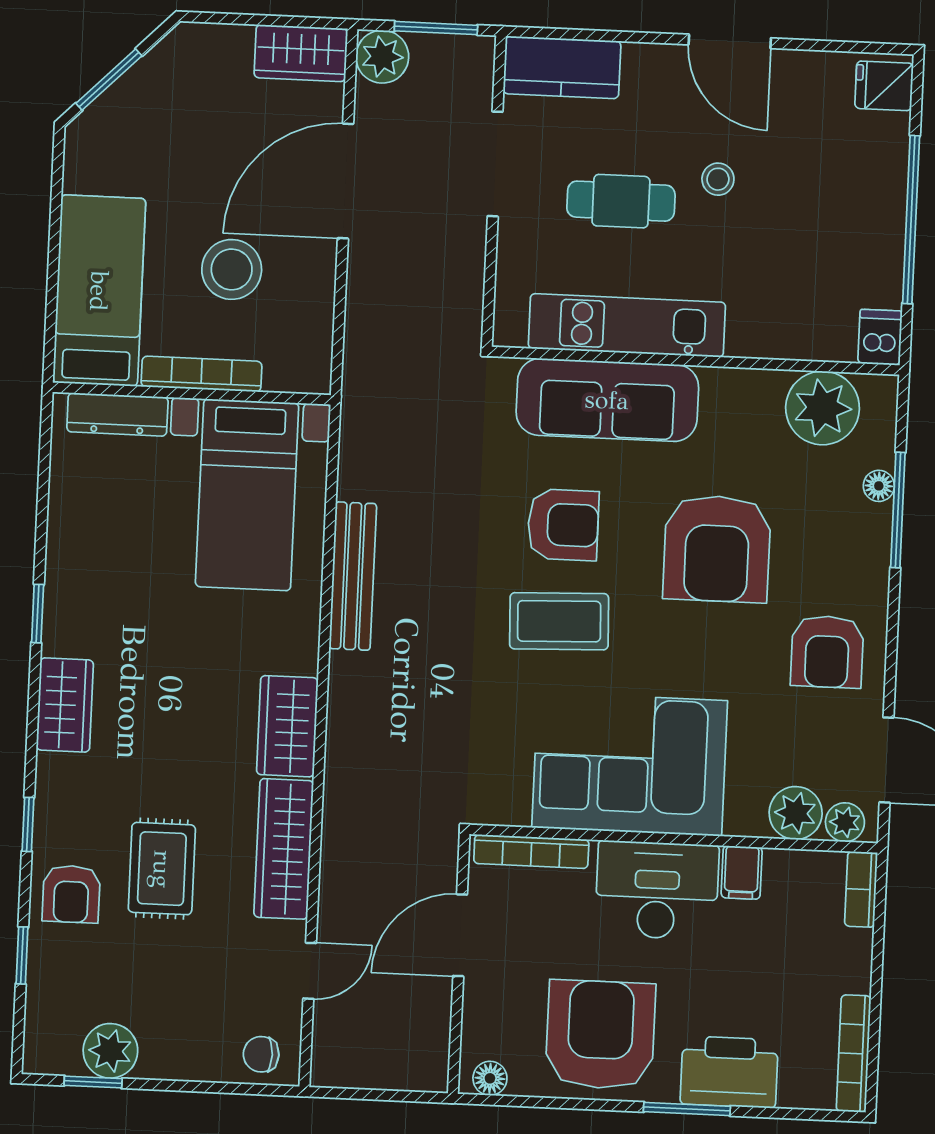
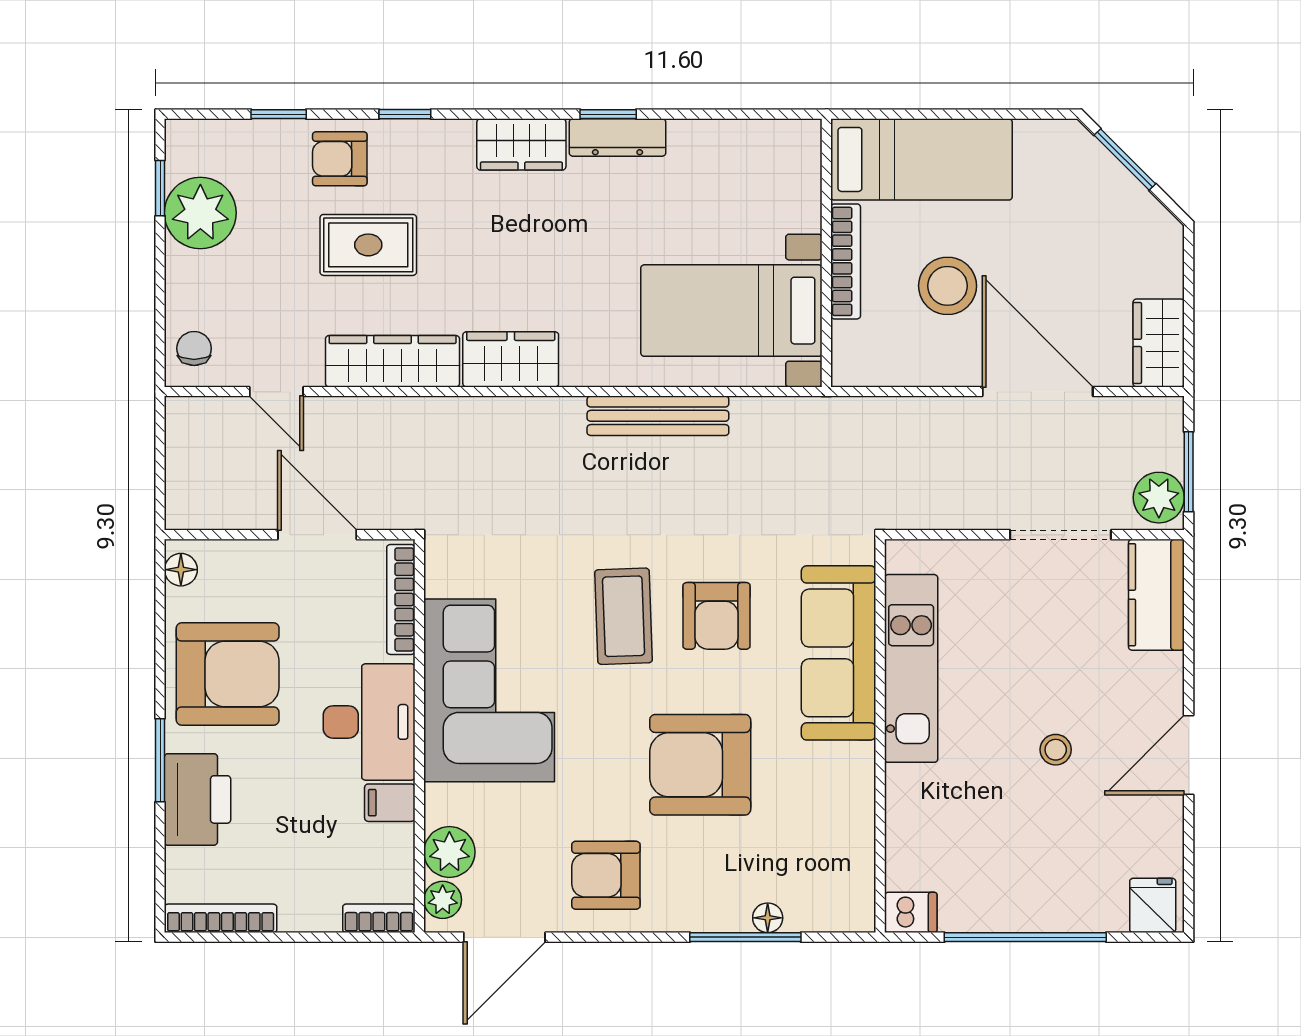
plant: (382, 57) -> (1159, 498), moved
cafe table: (621, 201) -> (1030, 657), removed
plant: (823, 408) -> (840, 860), removed
dresser: (117, 414) -> (617, 138), moved, turned -90
plant: (110, 1051) -> (200, 213), width x1.36, depth x1.36

